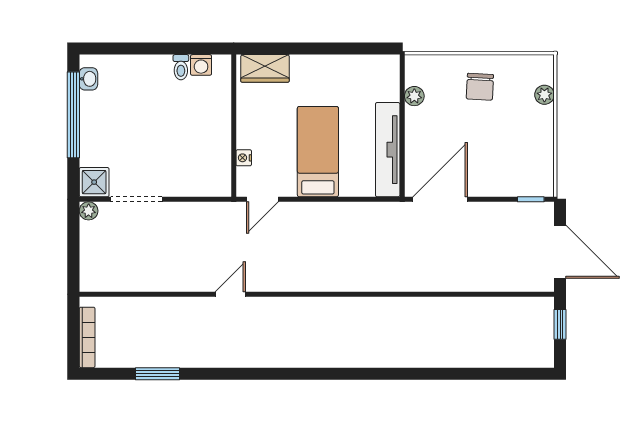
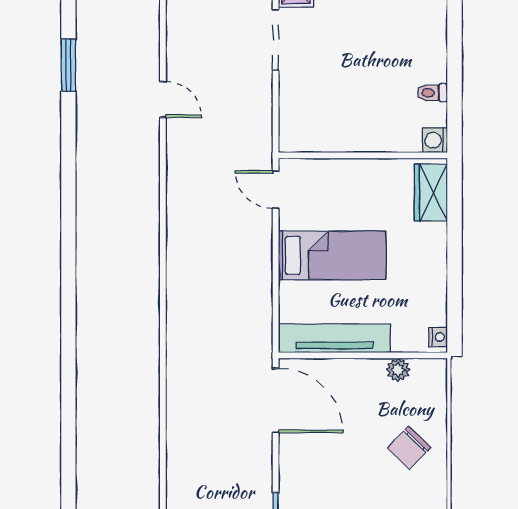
washing machine: (201, 65) -> (435, 140), moved
chair: (480, 87) -> (409, 448), turned -49
nightstand: (244, 158) -> (438, 337), moved, turned 90
door: (230, 294) -> (163, 99), moved

